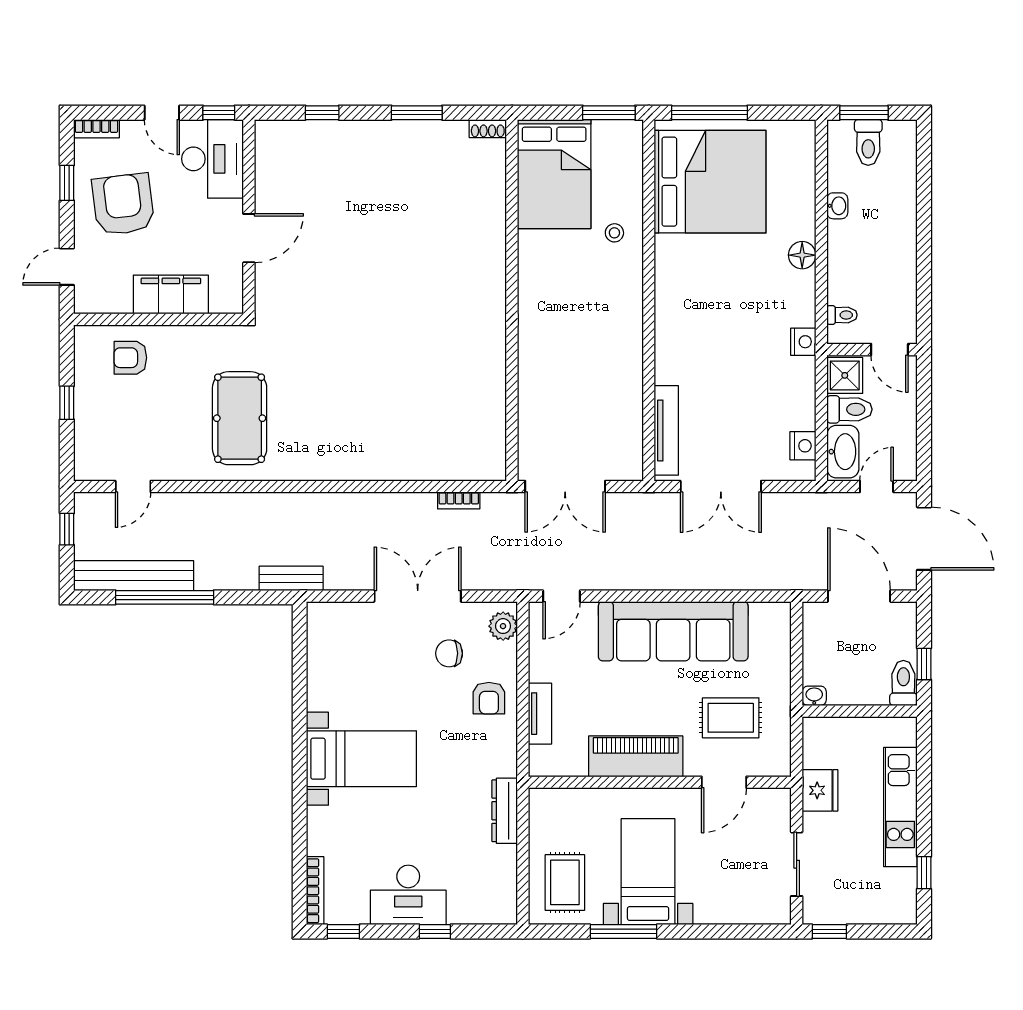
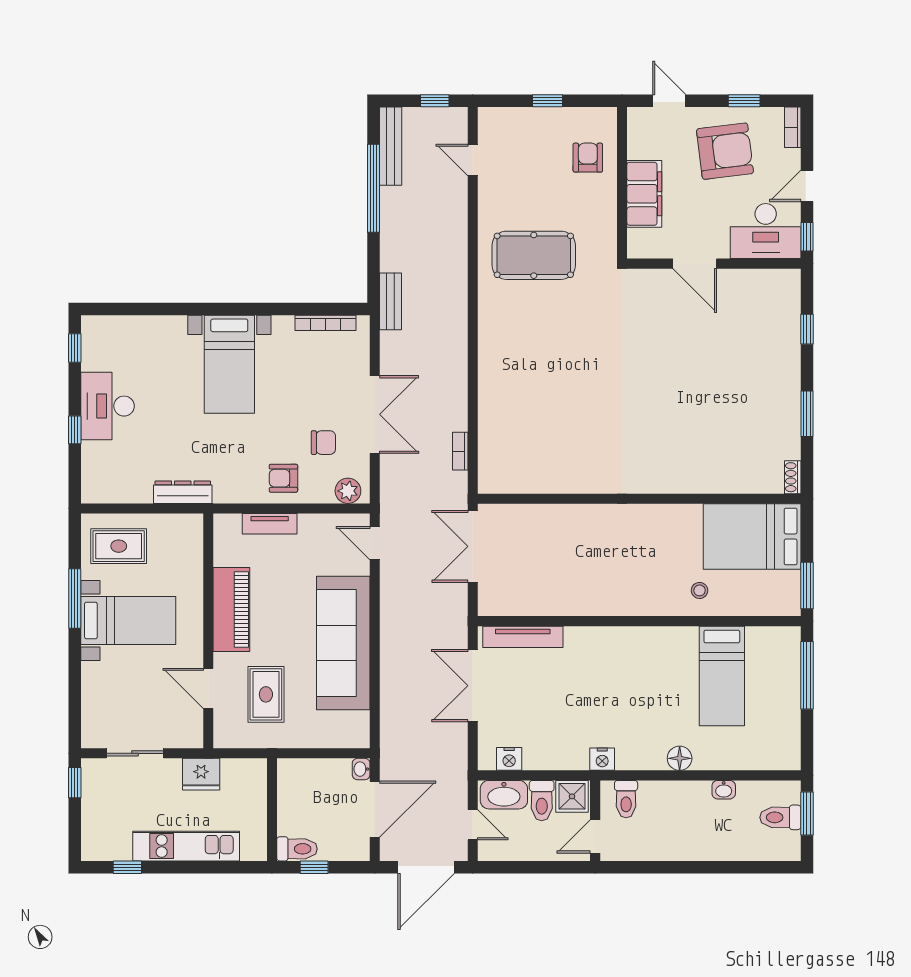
bed: (710, 182) -> (722, 676), width x0.49
toilet: (842, 315) -> (626, 799), width x1.37, depth x1.39
bench: (134, 576) -> (391, 146), width x0.73, depth x0.82
chair: (449, 653) -> (323, 443), turned 90
washbasin: (814, 696) -> (361, 769), moved, turned 180
bookcase: (315, 891) -> (326, 323), moved

